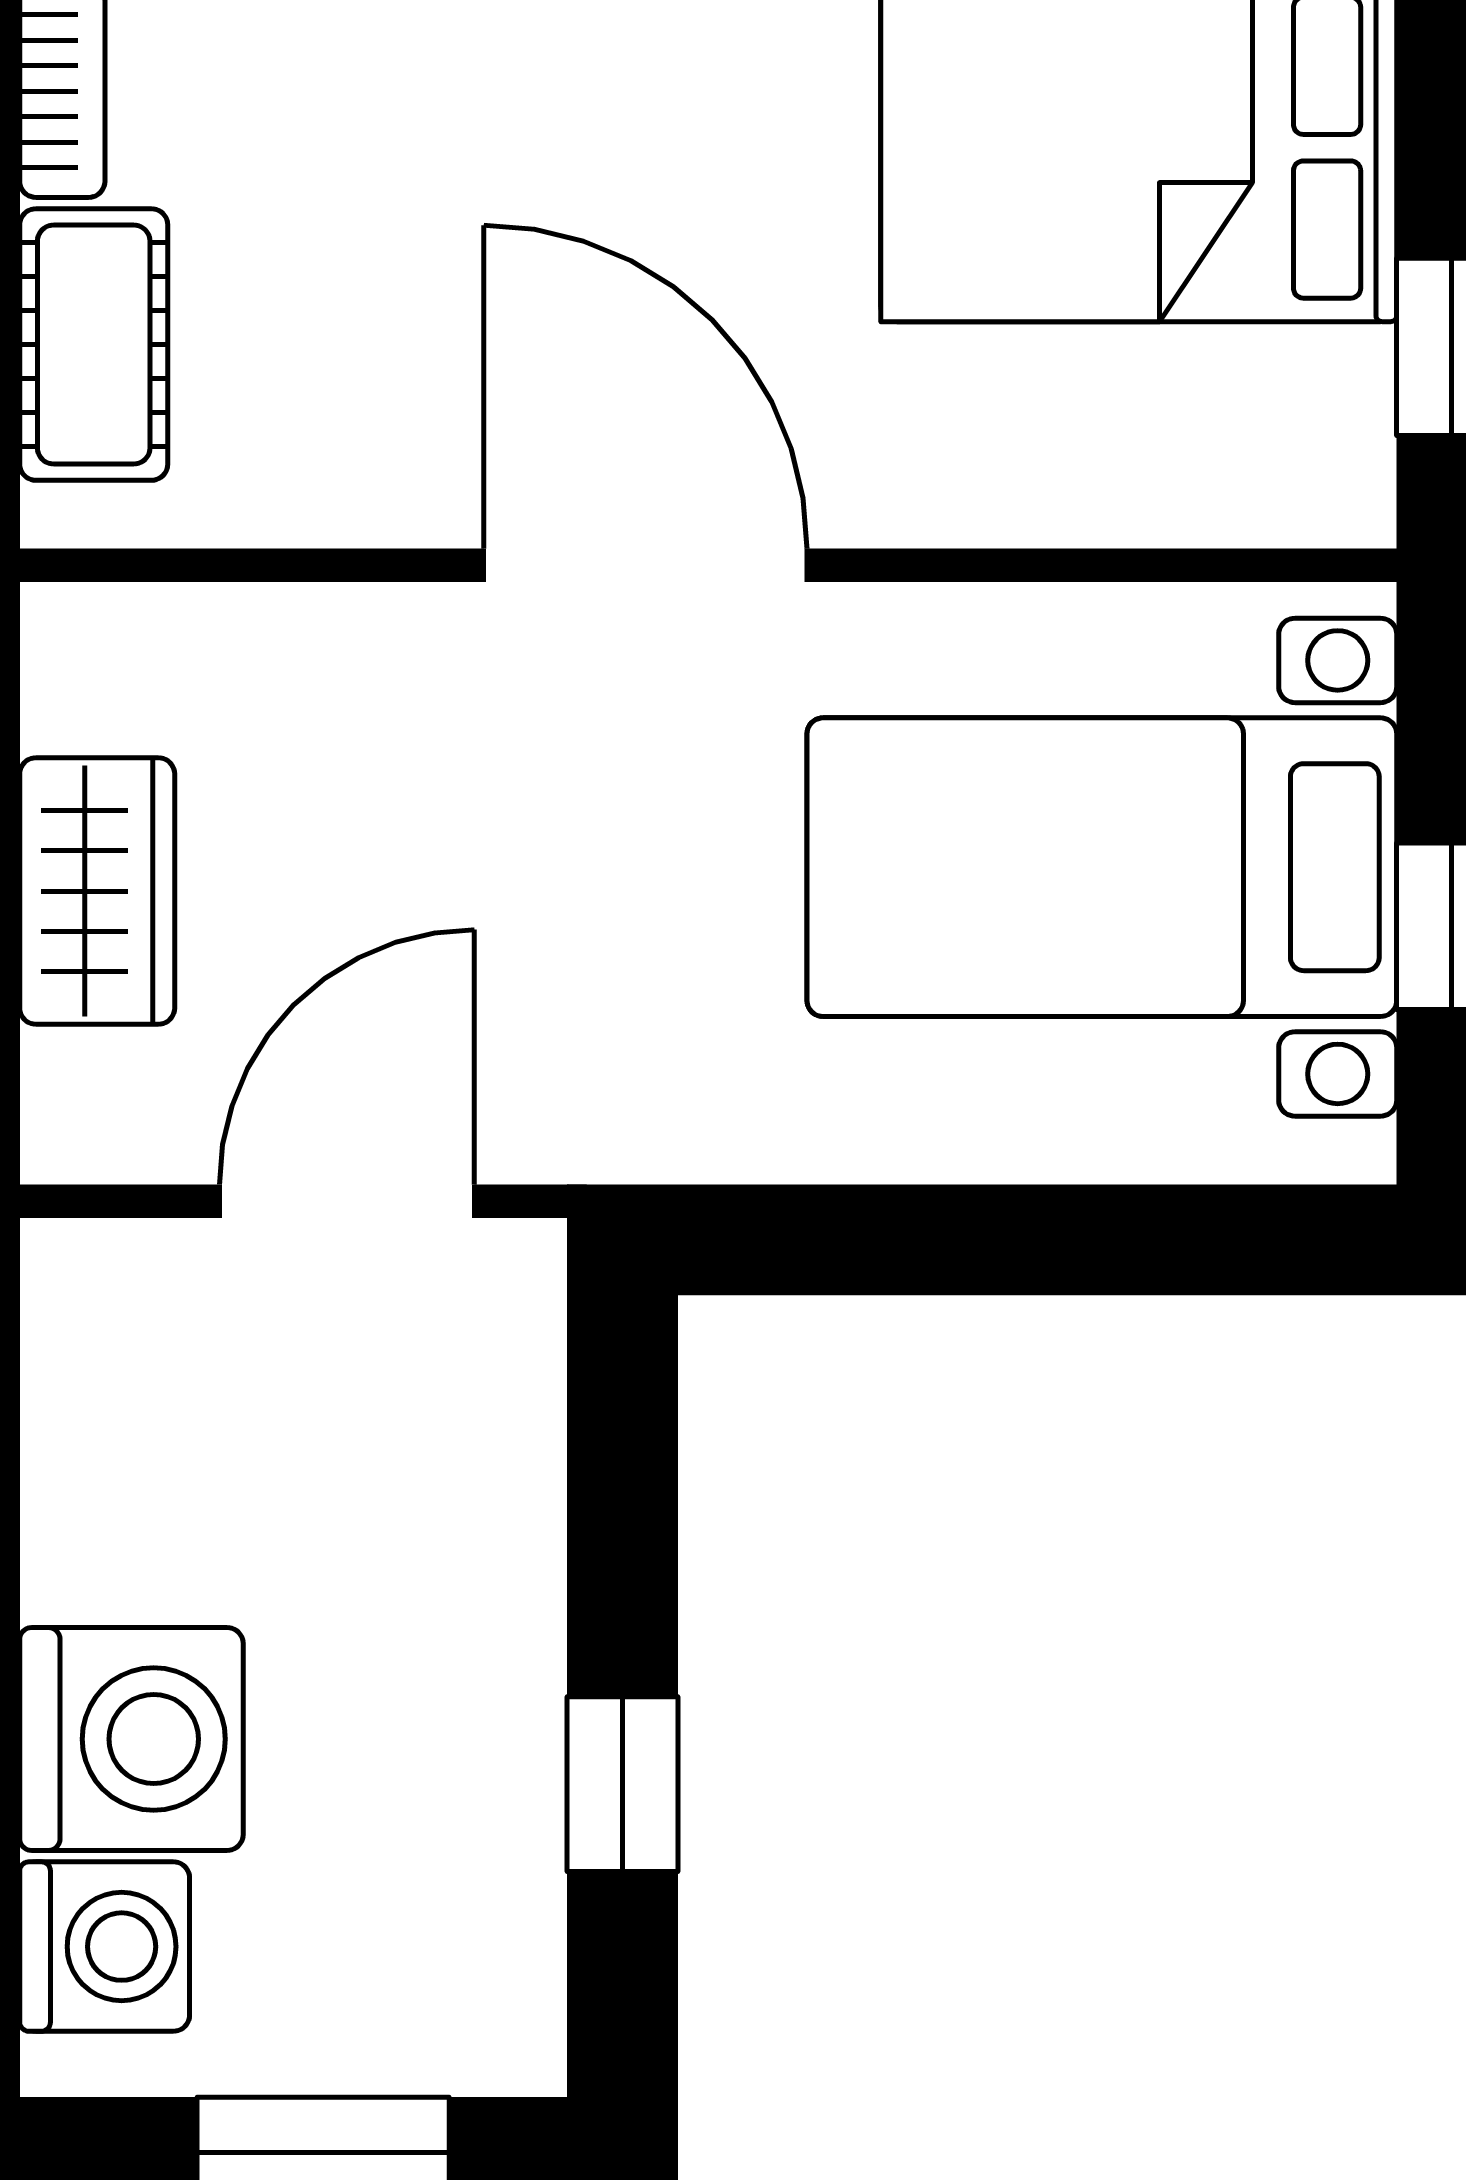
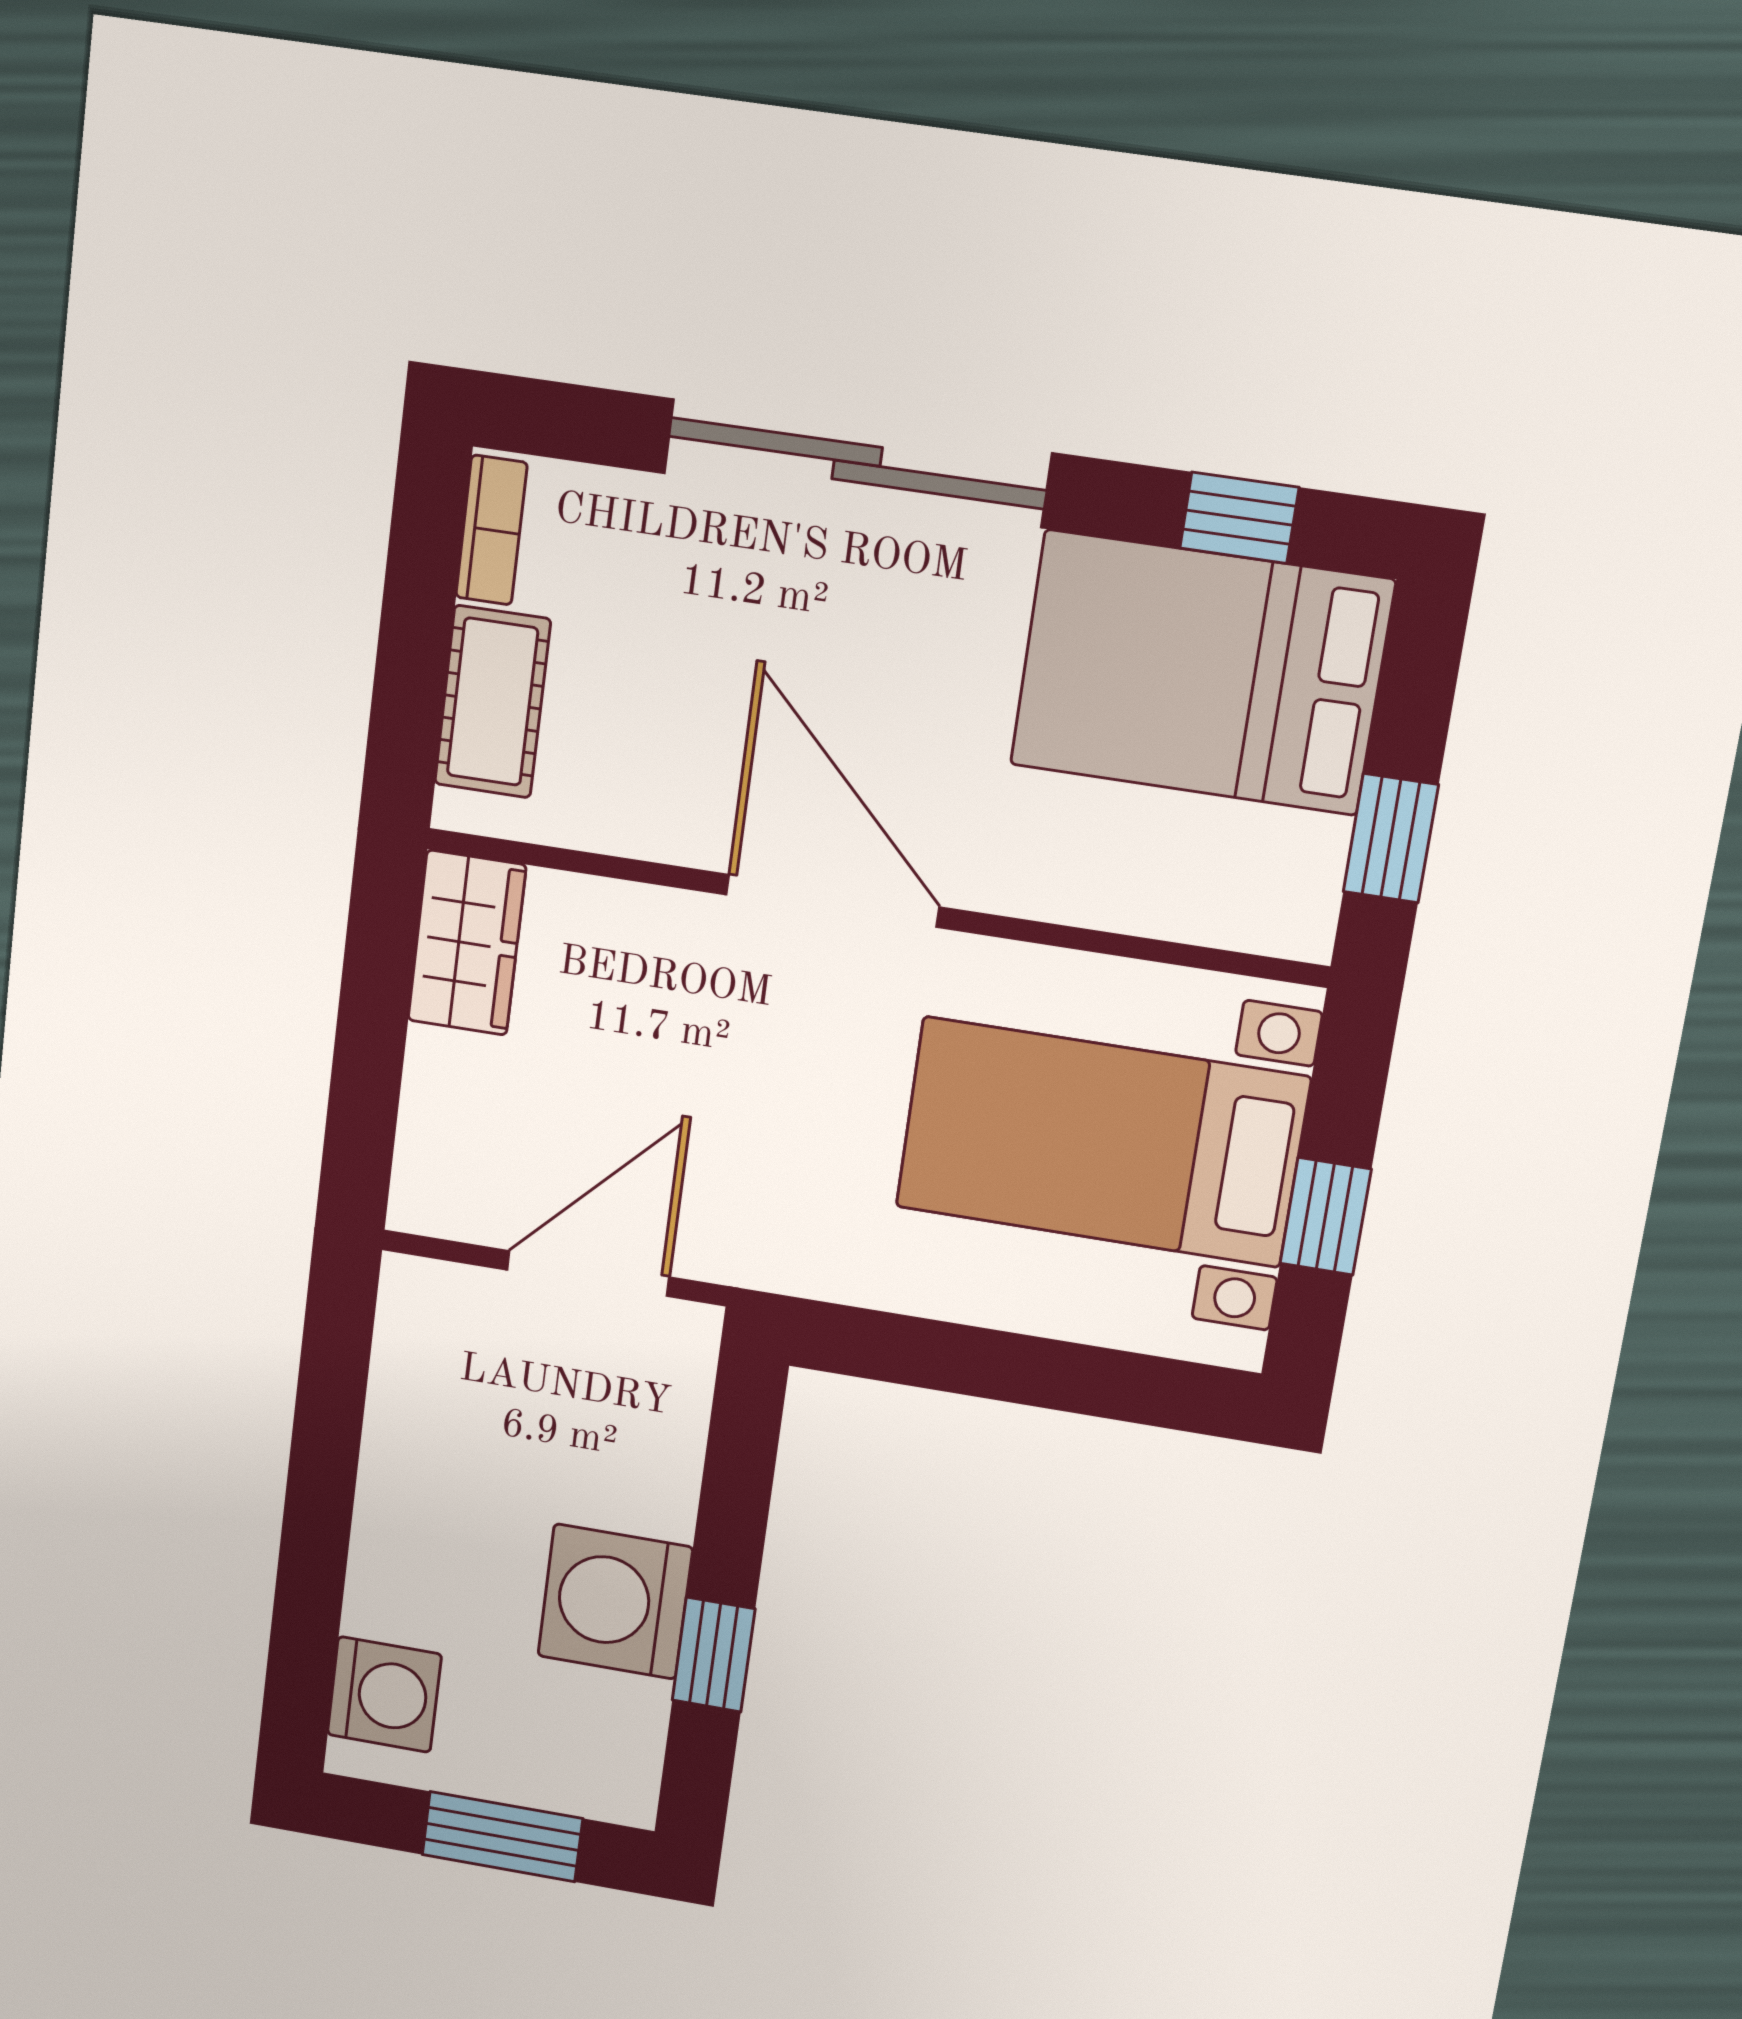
wardrobe: (97, 891) -> (467, 943), moved
washing machine: (131, 1739) -> (615, 1602), moved, turned 180

